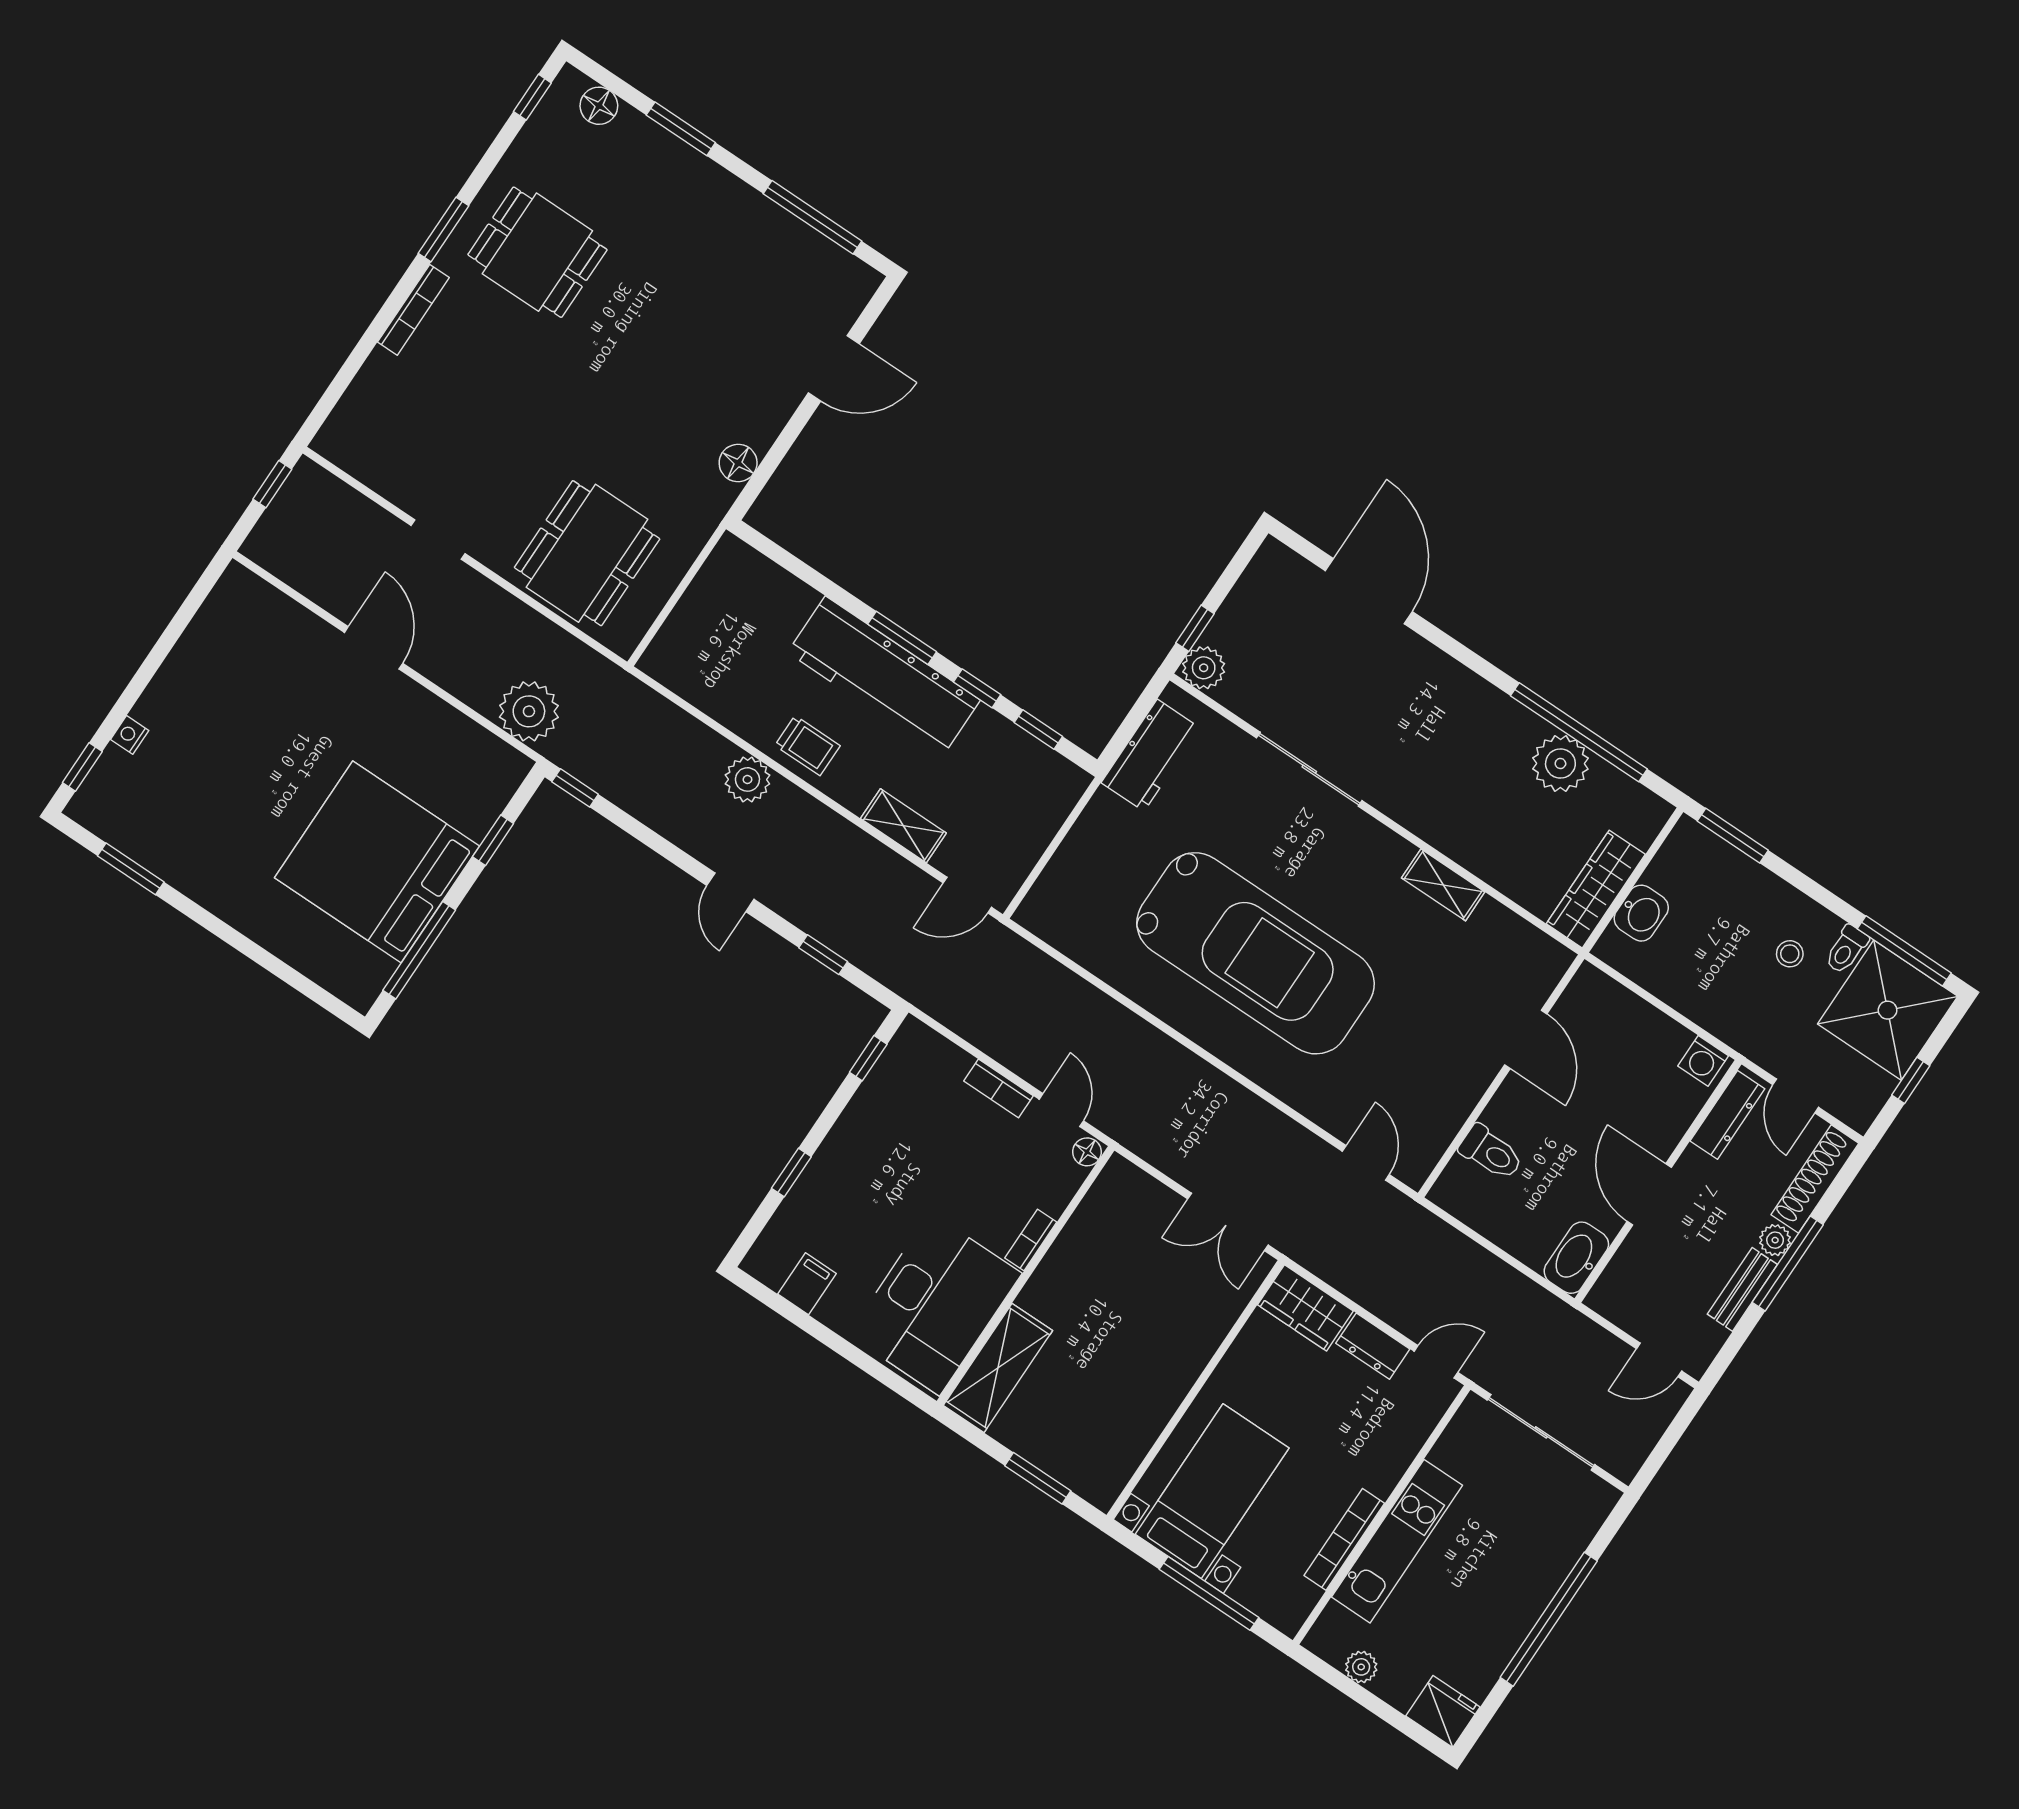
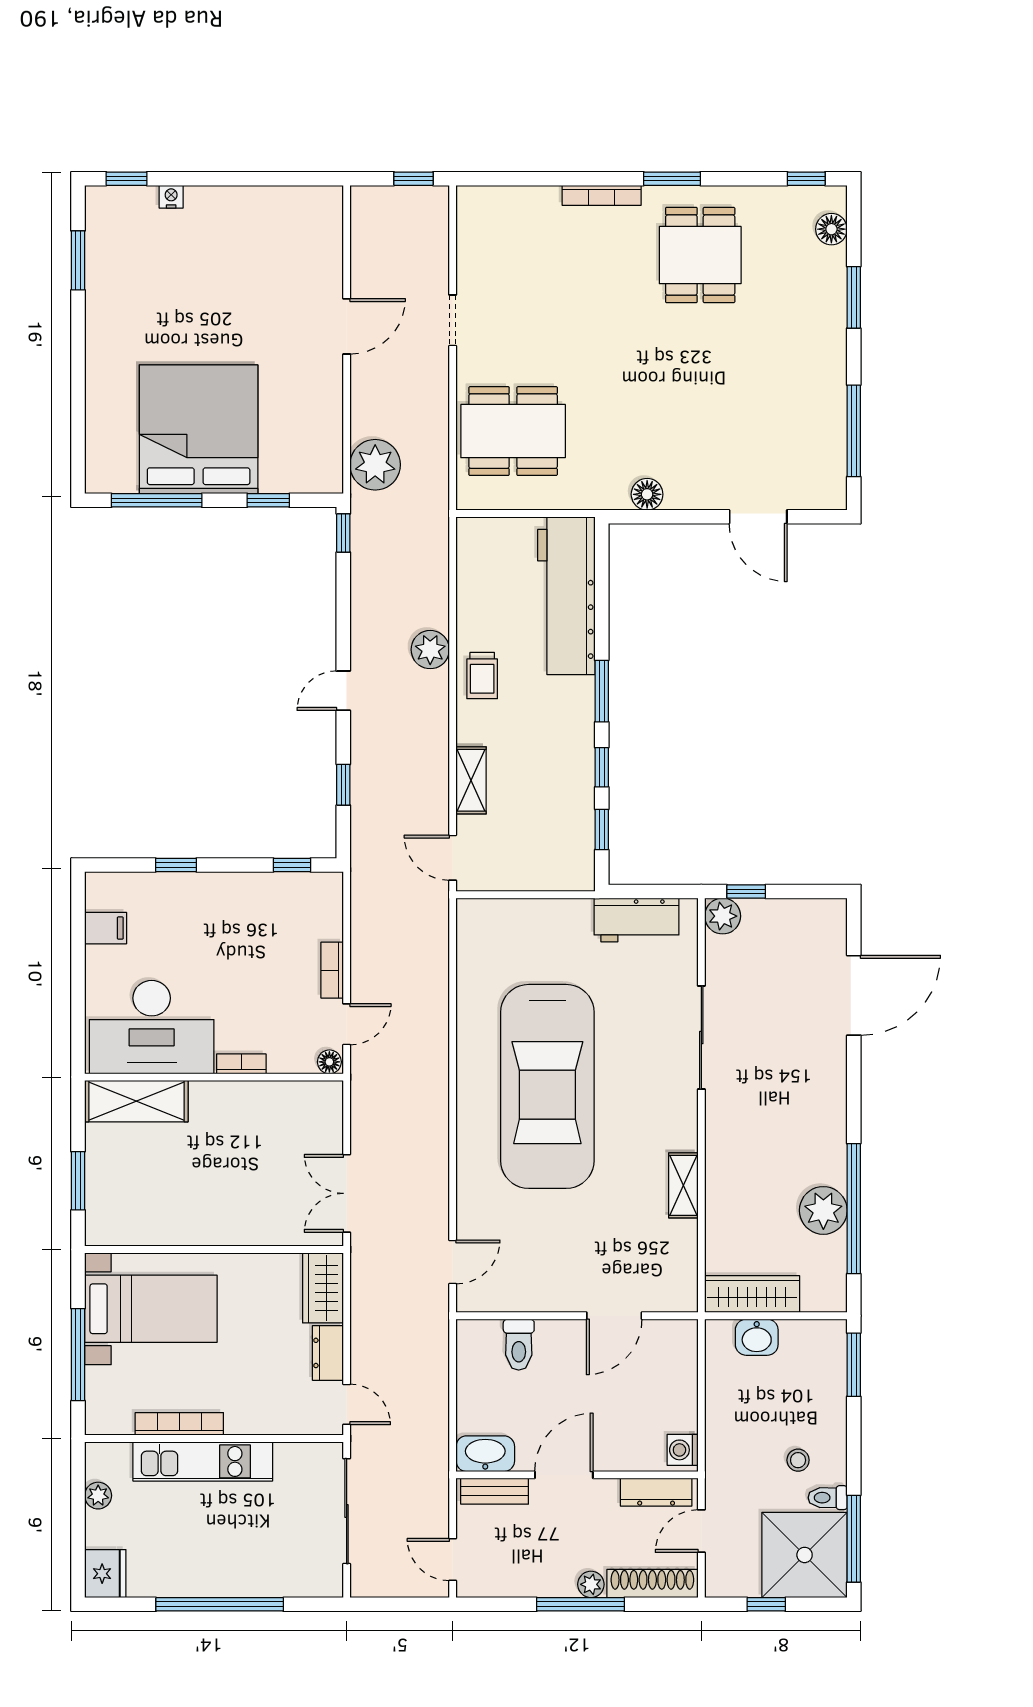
workbench: (884, 676) -> (566, 596), moved
bench: (1742, 1289) -> (495, 1491), moved

